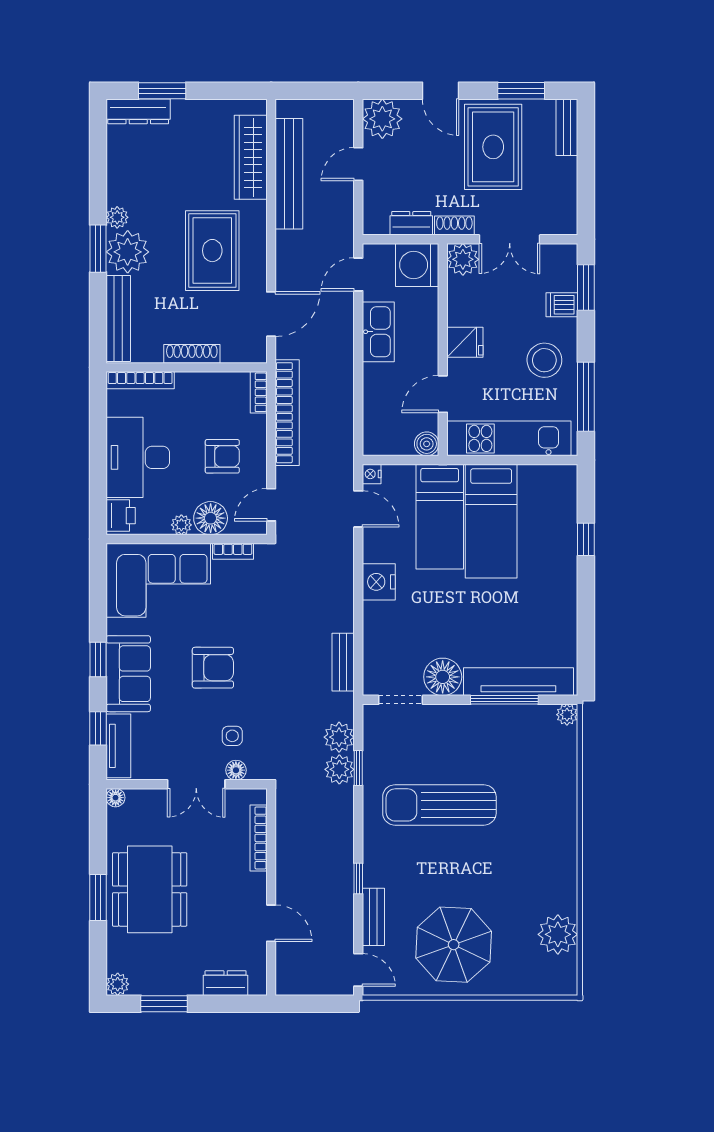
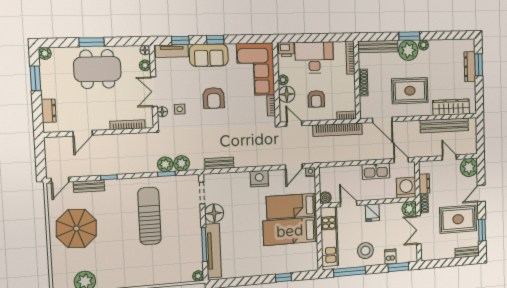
dresser: (138, 111) -> (470, 67), moved
plant: (145, 799) -> (145, 65), added

